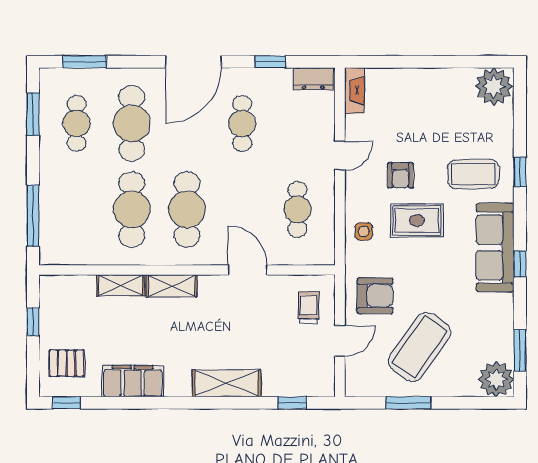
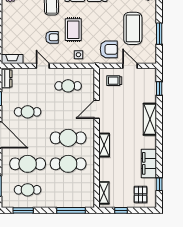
shelving: (121, 285) -> (104, 193), moved
armchair: (375, 296) -> (109, 49), turned 90
coffee table: (420, 347) -> (133, 28), turned 55
window: (67, 403) -> (159, 184), moved

